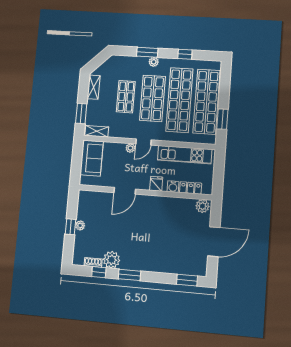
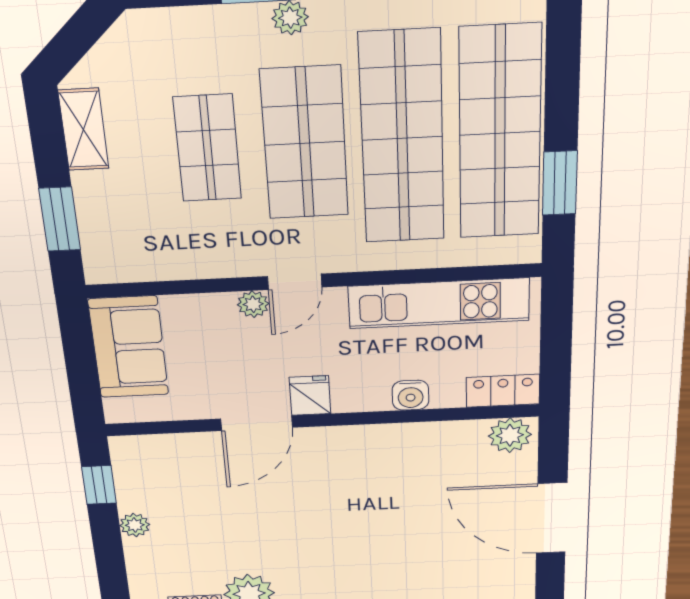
shelving: (97, 131) -> (127, 267), removed
fridge: (156, 184) -> (310, 396), moved
locker: (191, 188) -> (503, 391), moved
window: (70, 227) -> (99, 485), moved
door: (214, 242) -> (552, 518), swing flipped

